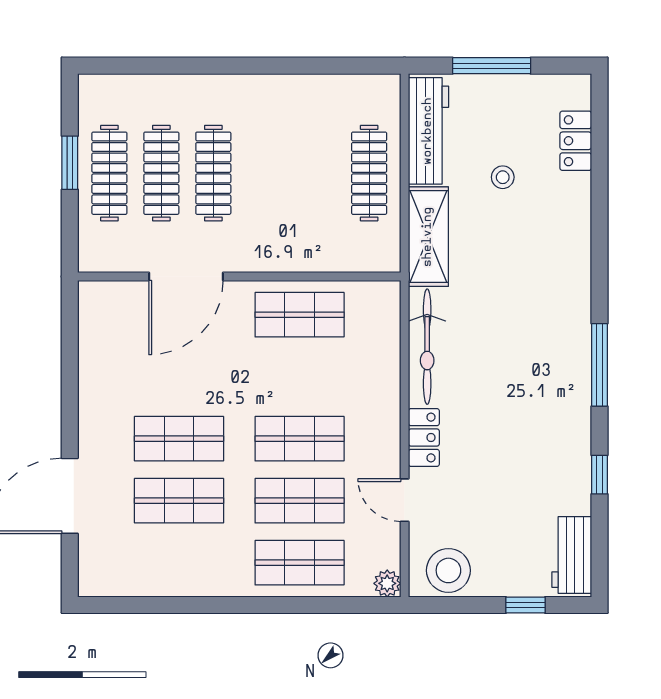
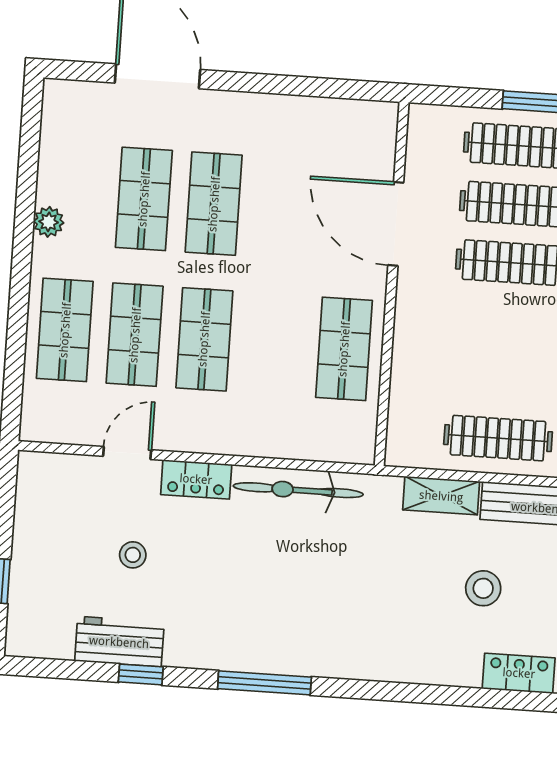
stool: (503, 177) -> (483, 588), width x1.37, depth x1.37
shelving: (428, 237) -> (441, 496), width x0.67, depth x0.75
workbench: (572, 555) -> (119, 642), moved
stool: (448, 570) -> (133, 555), moved, width x0.53, depth x0.53
plant: (387, 583) -> (49, 222), moved

